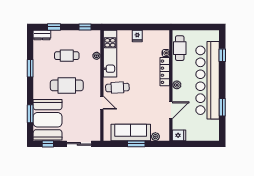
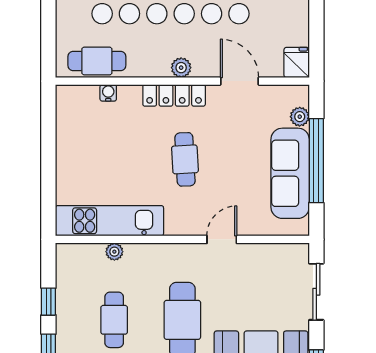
window: (85, 27) -> (48, 302), moved
fridge: (137, 36) -> (69, 158), removed
locker: (165, 72) -> (174, 95), moved
cafe table: (117, 88) -> (185, 159), moved
window: (136, 144) -> (316, 161), width x2.11

